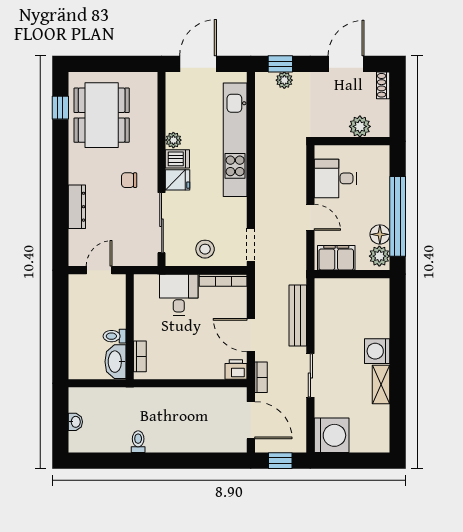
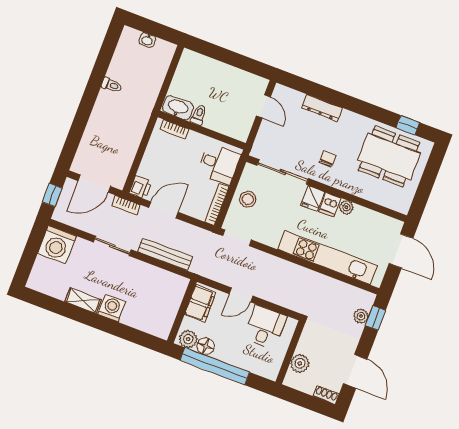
wall: (130, 327) -> (202, 130), moved
toilet: (115, 336) -> (199, 115), moved
bookcase: (140, 356) -> (174, 129), moved
washbasin: (115, 362) -> (178, 108), moved

